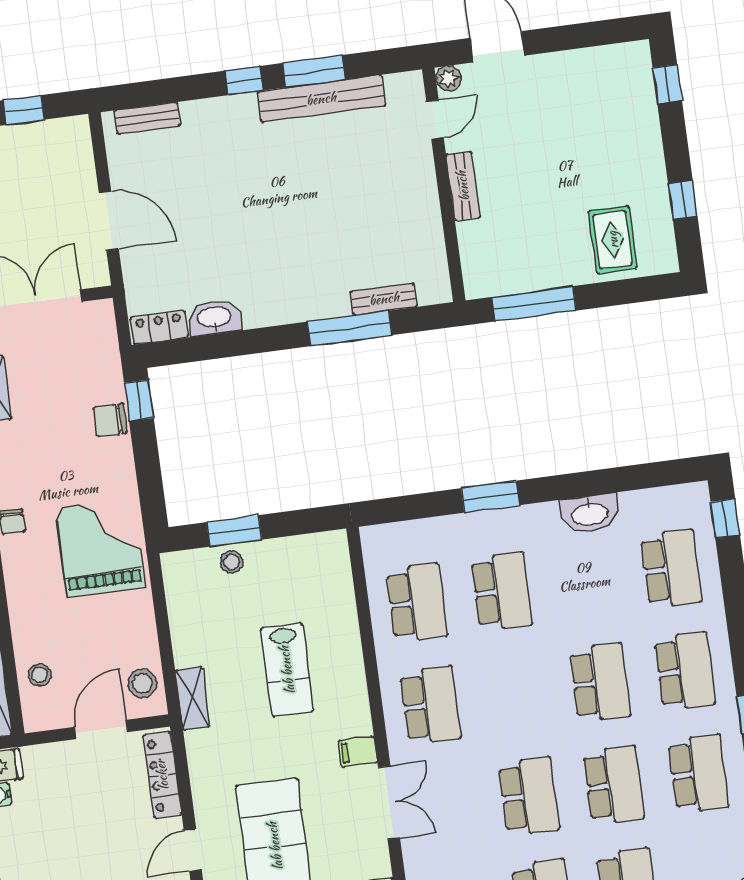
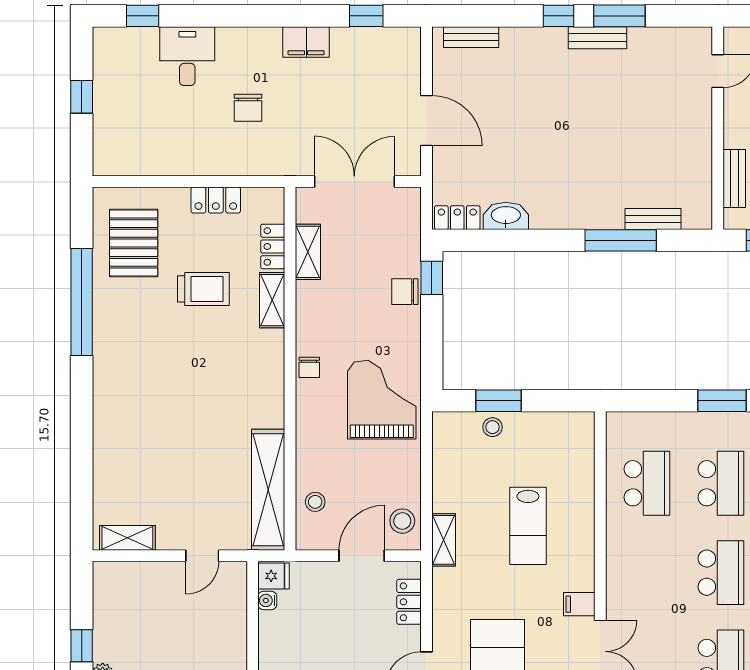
plant: (448, 78) -> (734, 37), removed
bench: (321, 99) -> (598, 38), width x0.54, depth x0.82
bench: (463, 186) -> (734, 179), moved
school desk: (431, 705) -> (721, 573), moved
locker: (162, 775) -> (409, 602), width x0.66

